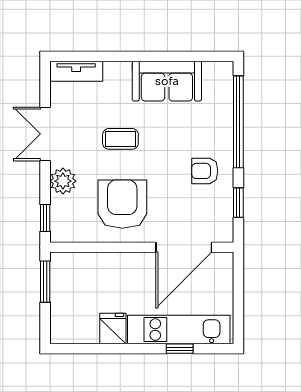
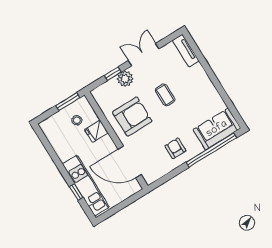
sofa: (167, 81) -> (217, 129), moved, turned 90
window: (238, 203) -> (170, 176), removed
window: (45, 218) -> (113, 74), moved
stool: (79, 285) -> (77, 120), added
fridge: (113, 328) -> (96, 131), moved, turned 180

